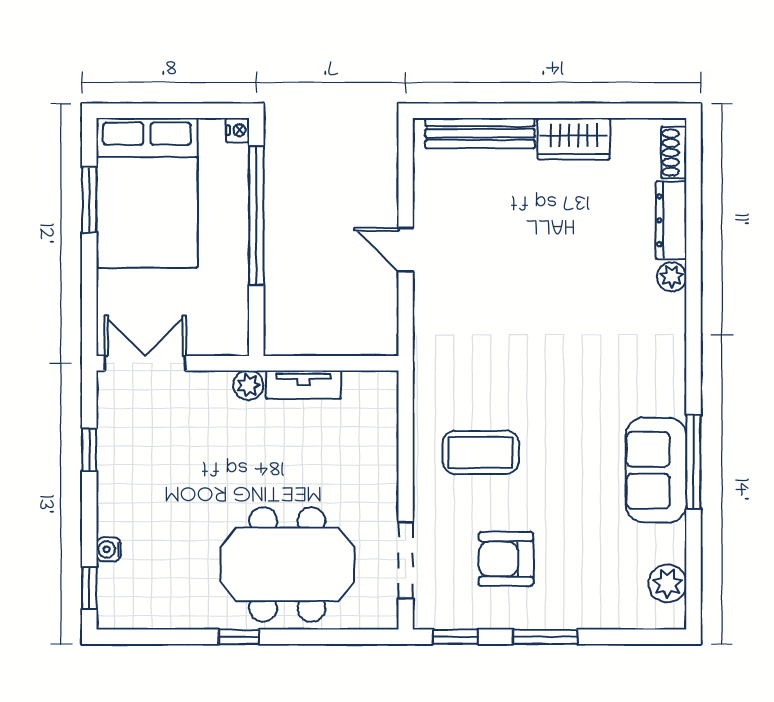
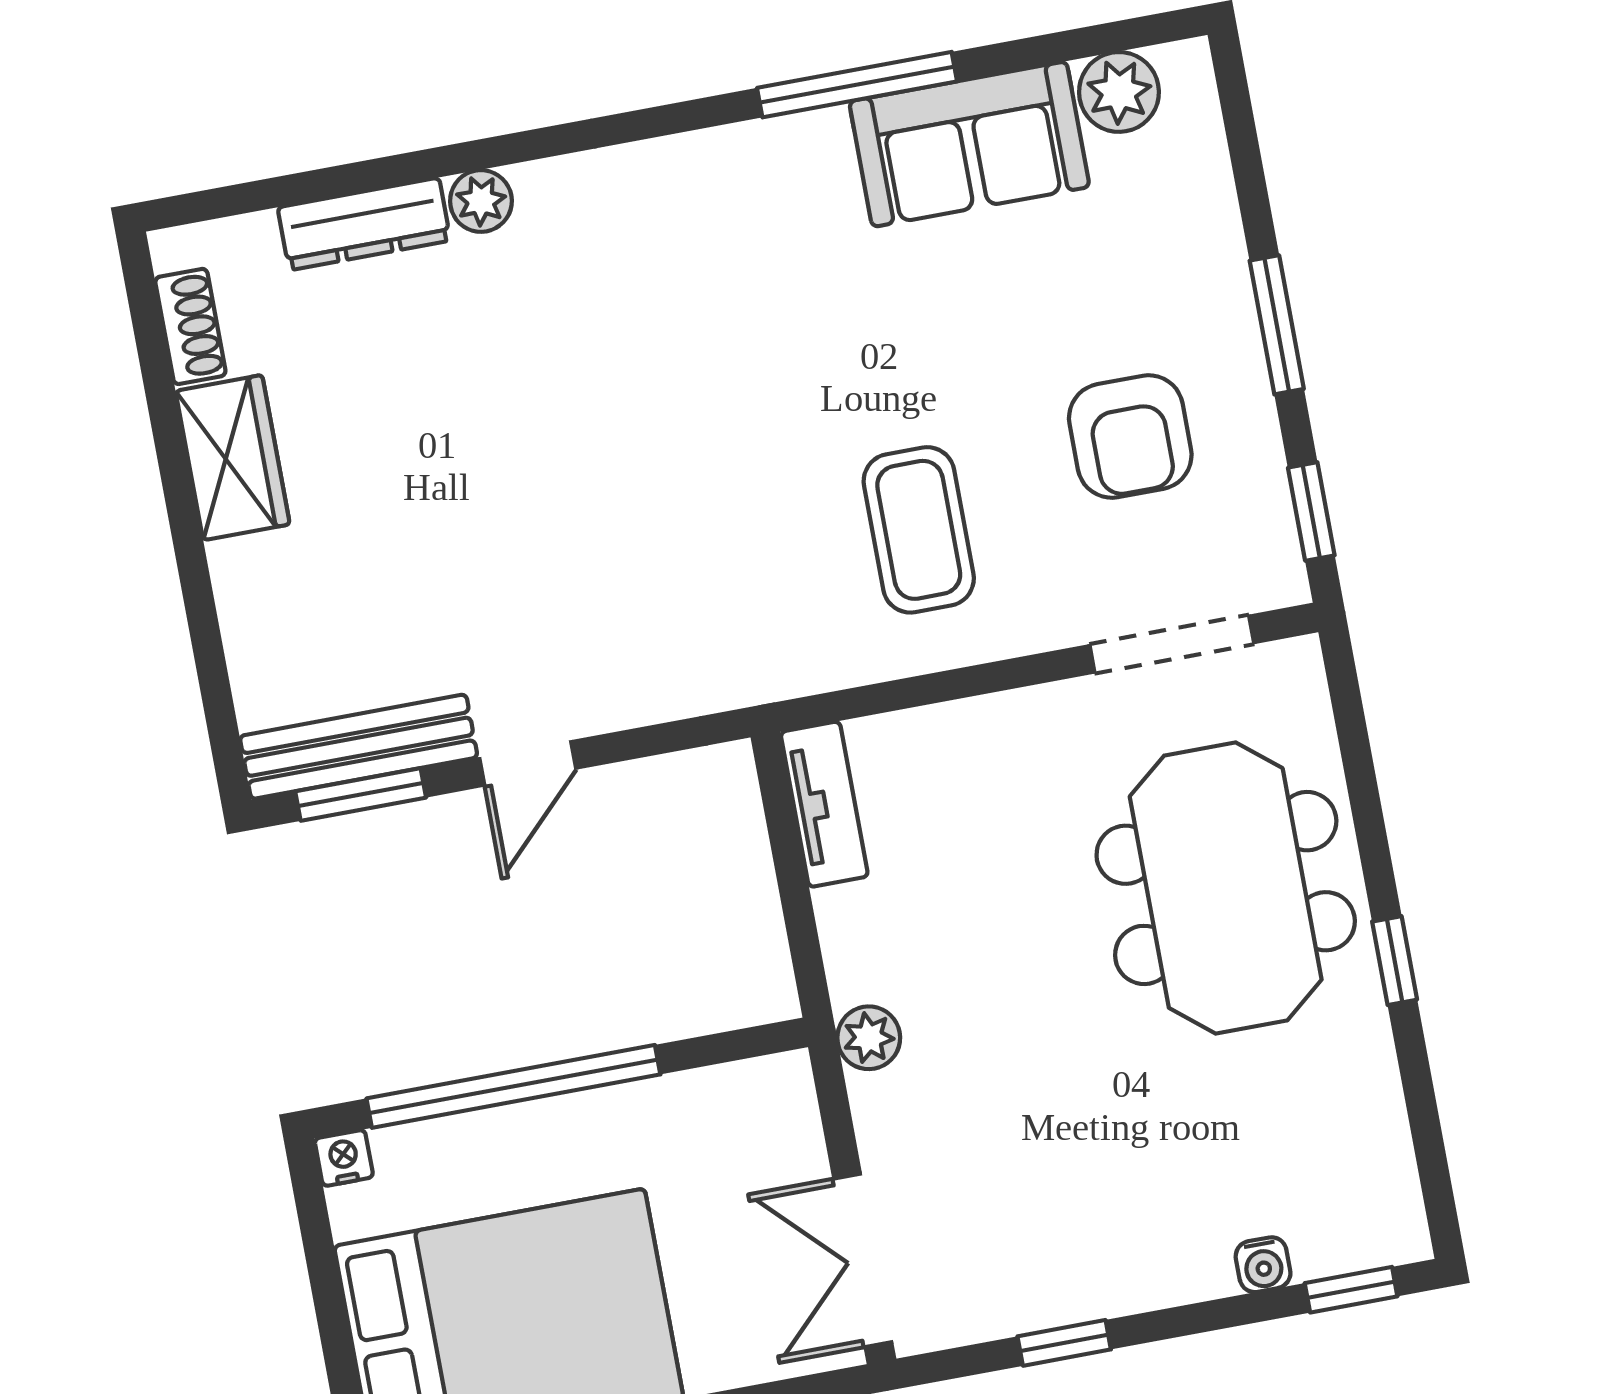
bench: (480, 133) -> (359, 747), moved, turned 90
shoe rack: (674, 153) -> (190, 326), moved, turned -90
window: (406, 169) -> (361, 794), added
tv unit: (304, 385) -> (824, 804), moved
sofa: (656, 470) -> (969, 144), moved

